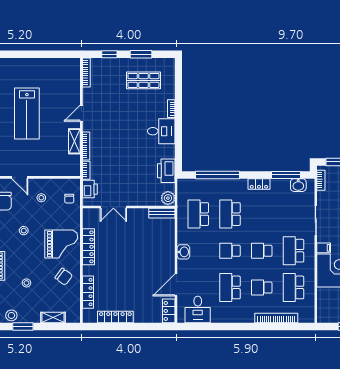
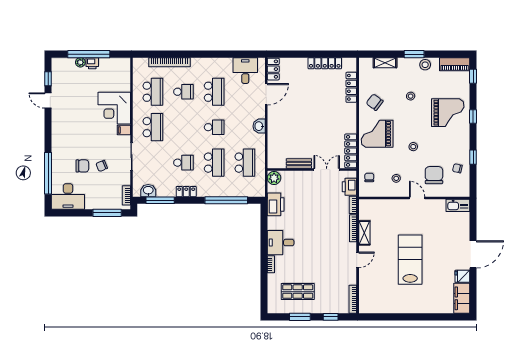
bench: (162, 213) -> (299, 164), moved
locker: (88, 247) -> (351, 151), moved
school desk: (262, 251) -> (184, 163), moved

